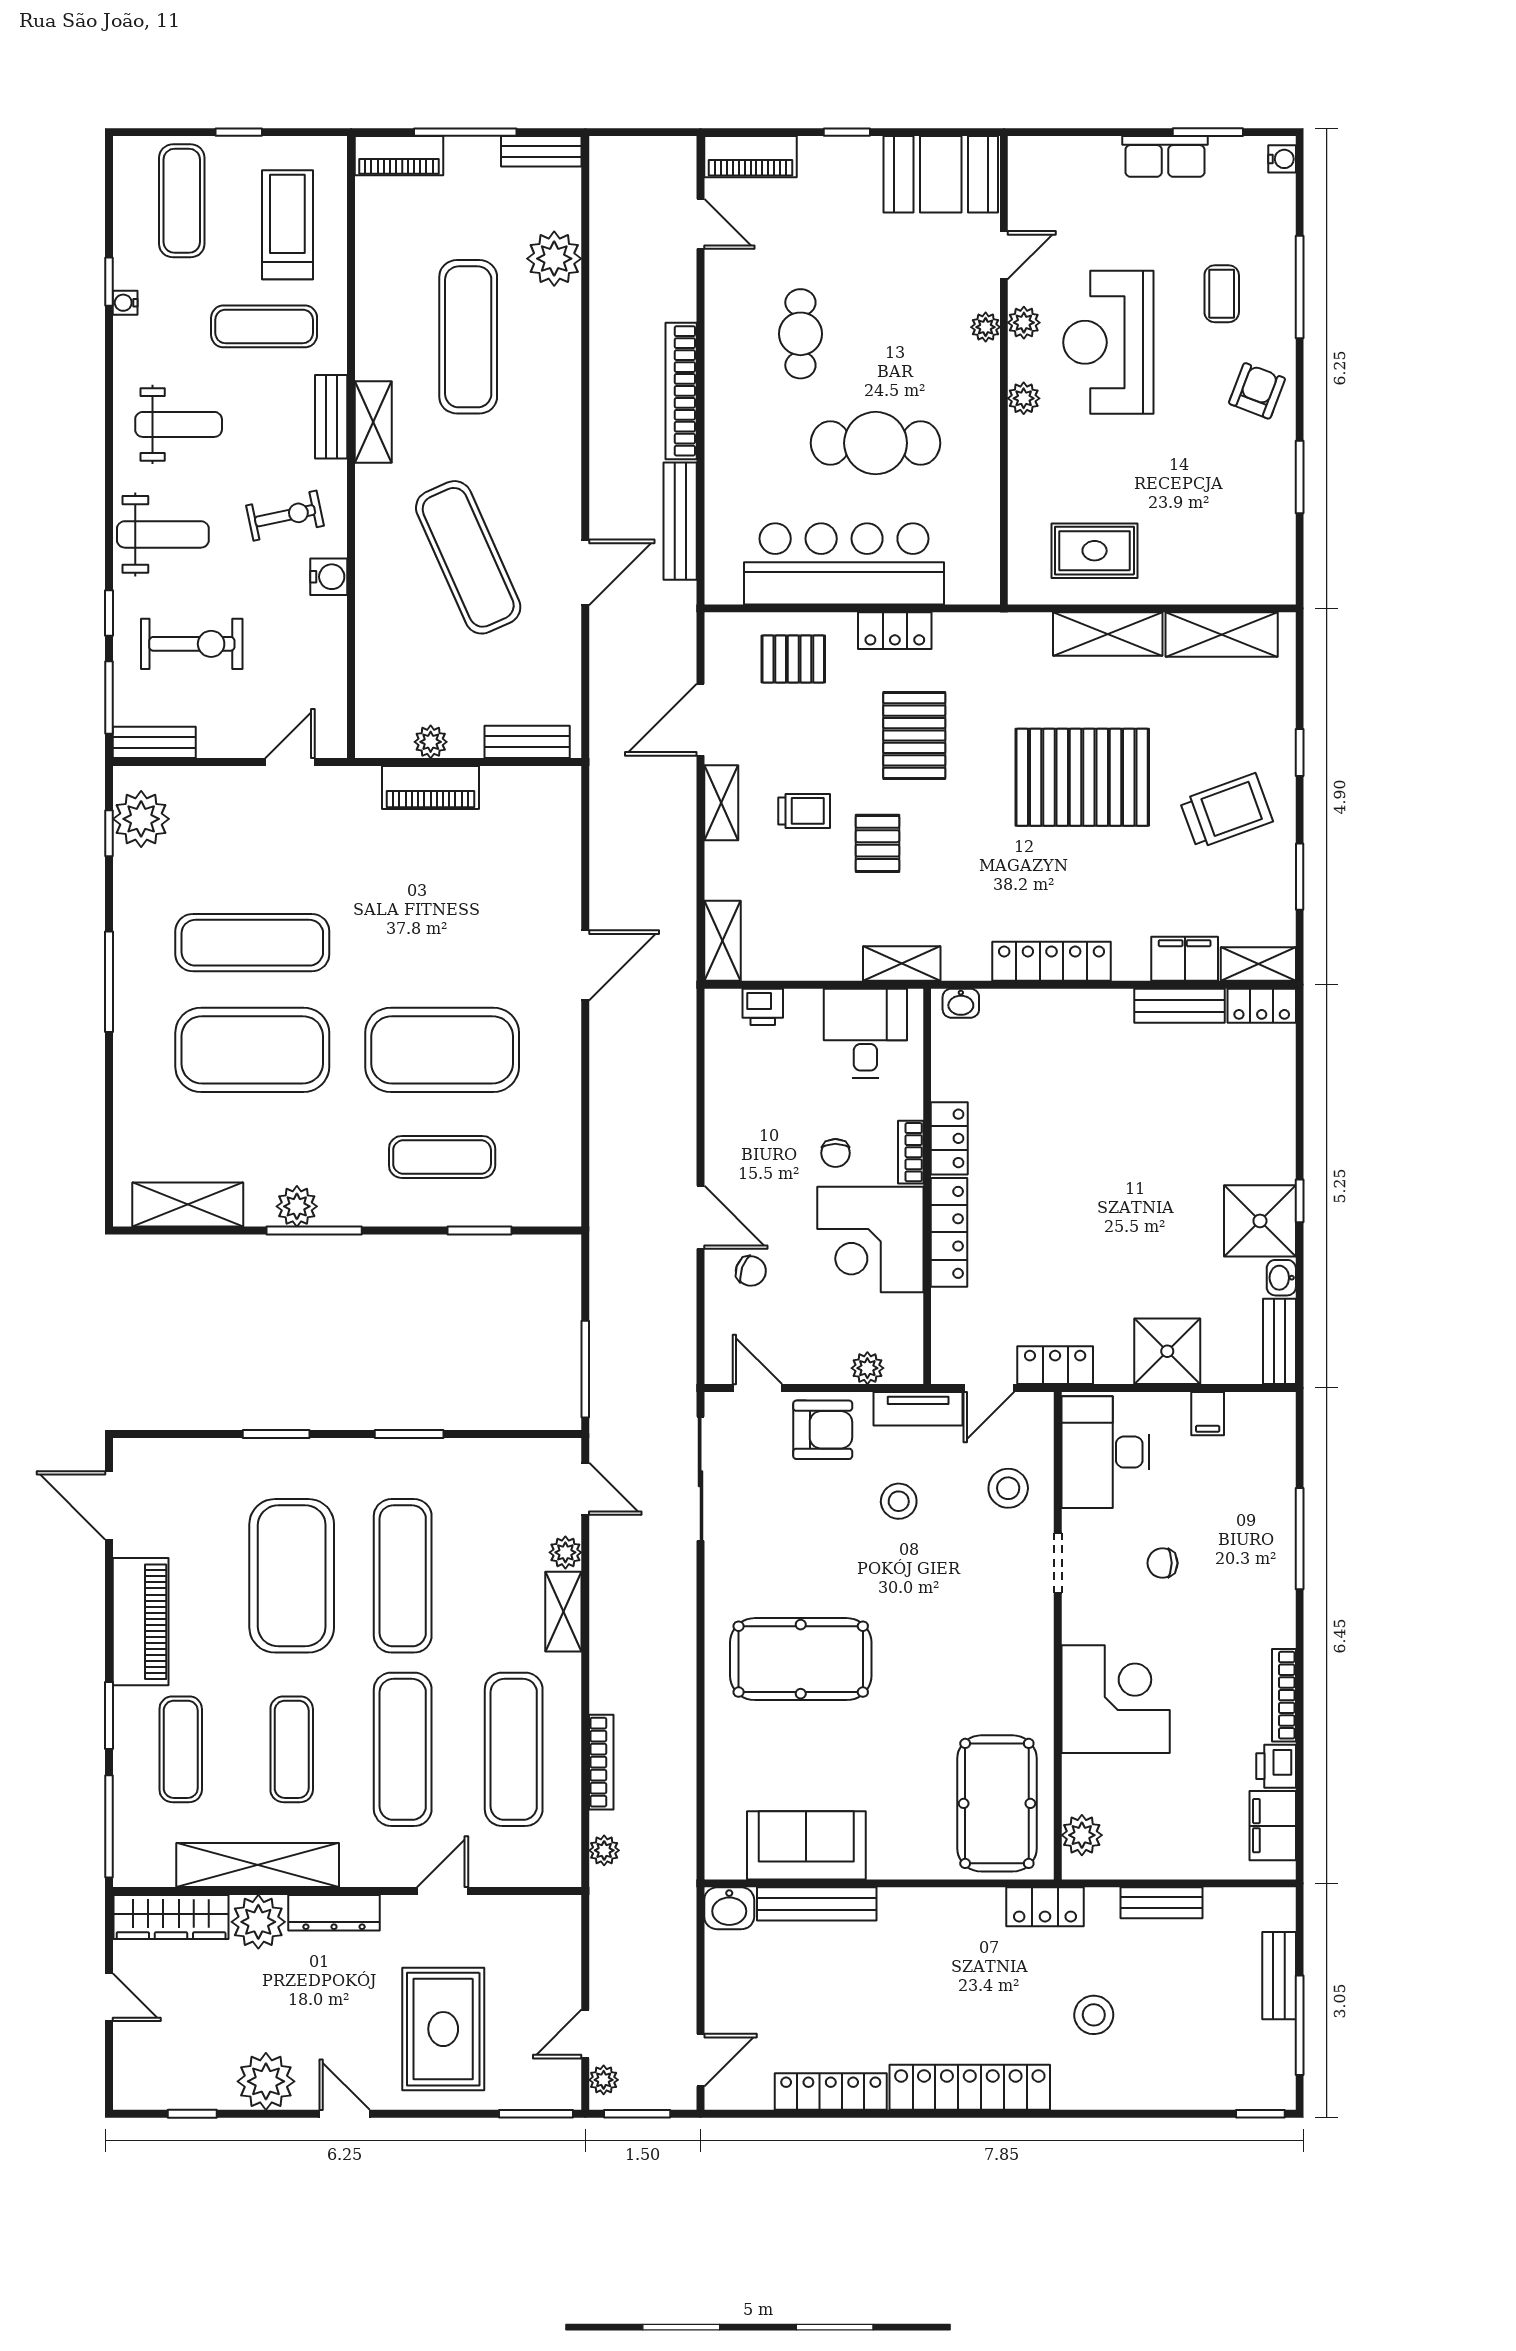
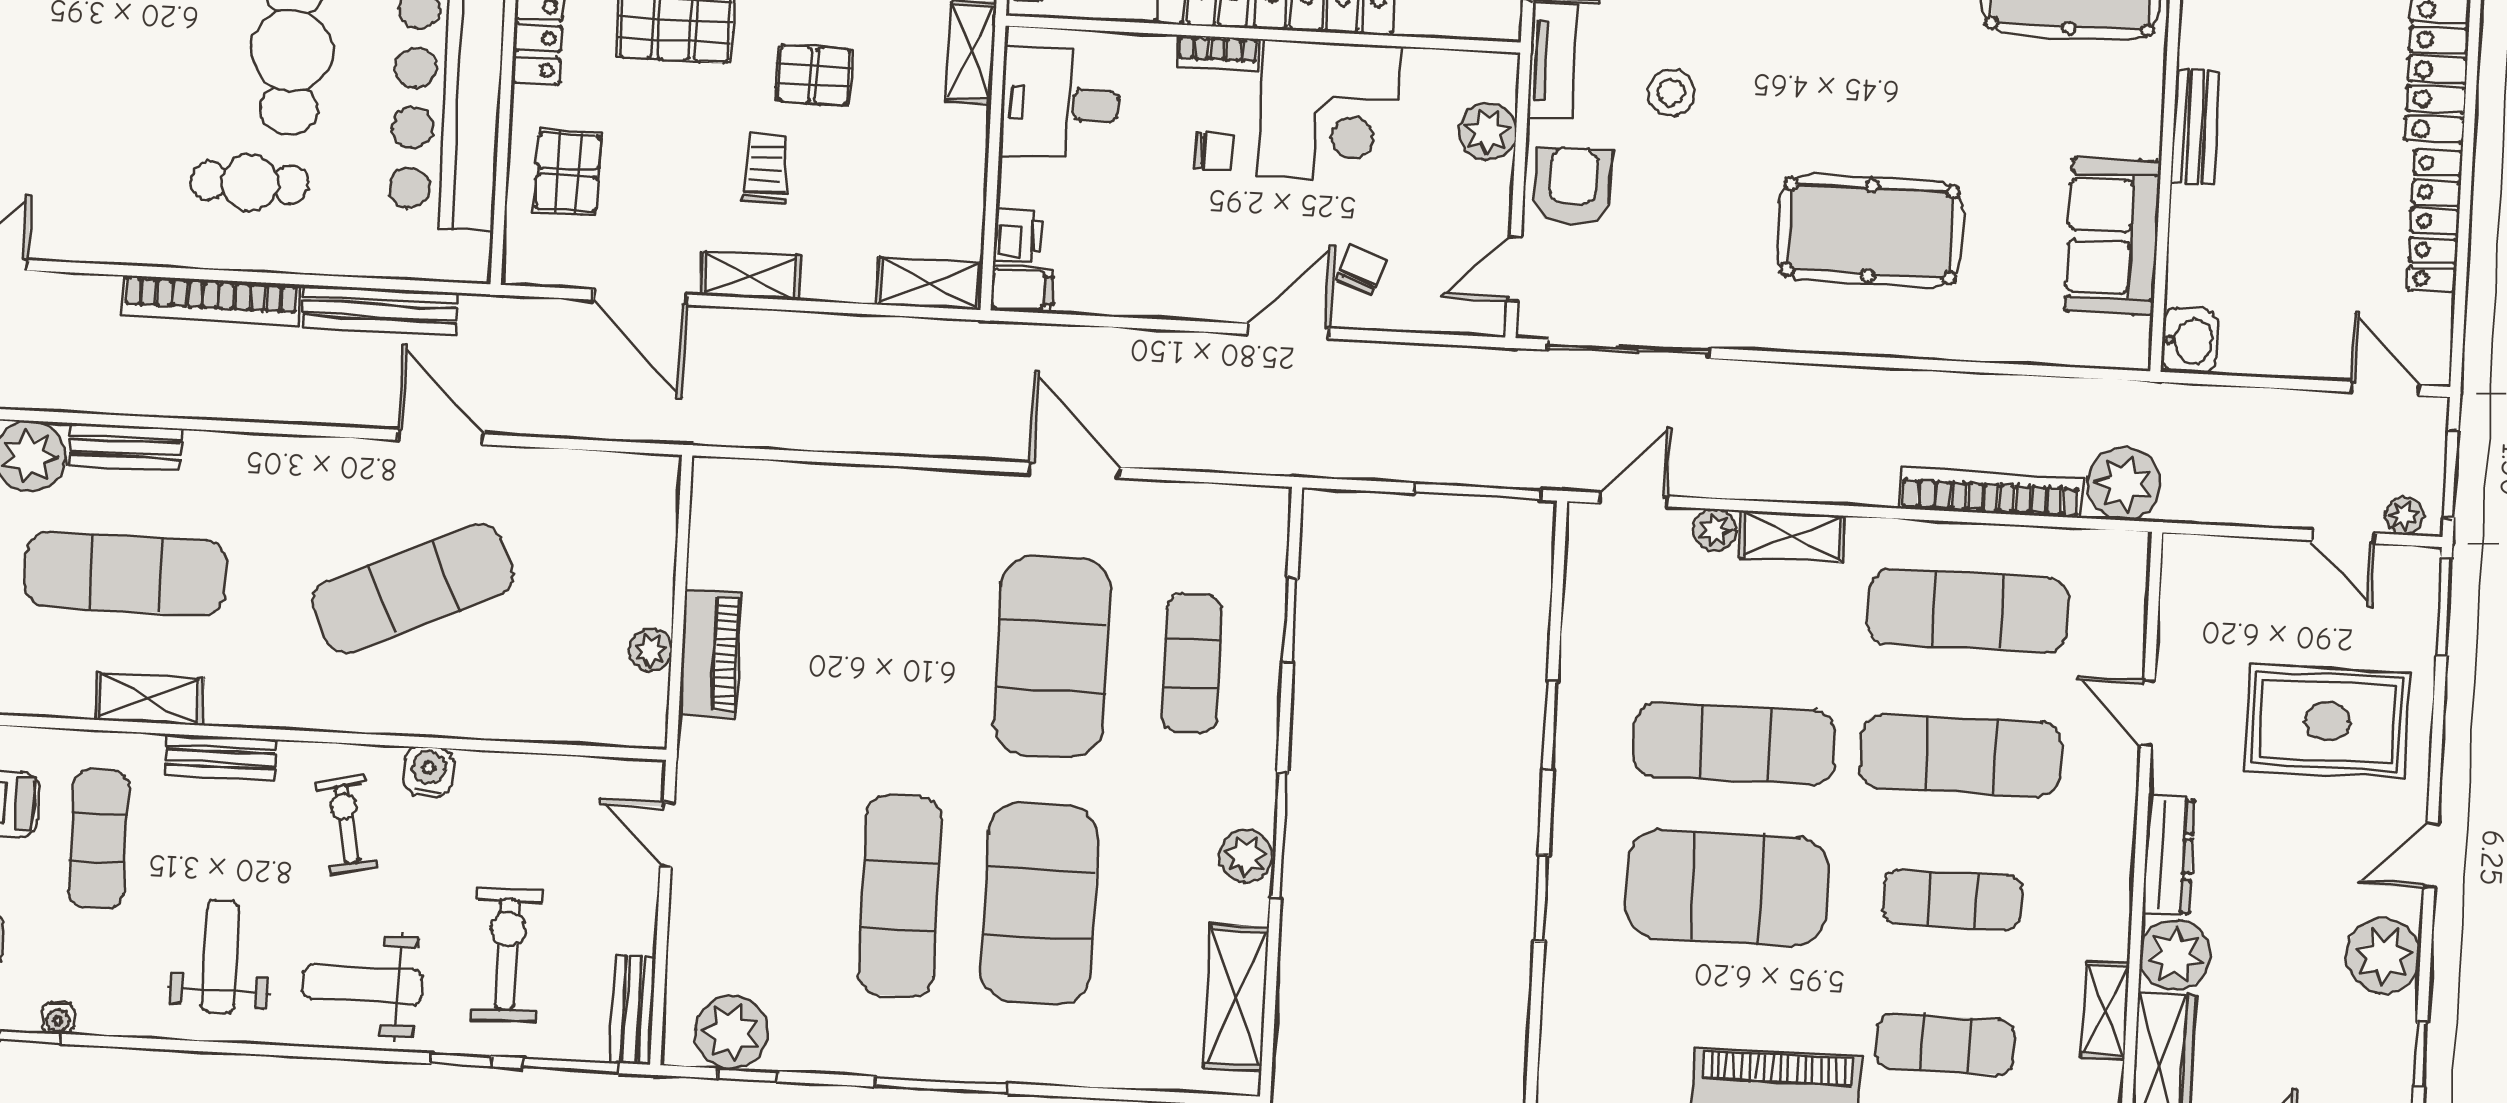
cafe table: (800, 334) -> (250, 182), moved
shelving: (373, 422) -> (150, 699), moved
weight bench: (163, 534) -> (362, 984), turned -90
bench: (527, 742) -> (125, 447), moved, turned 90
door: (585, 965) -> (1074, 470), moved
filing cabinet: (722, 1012) -> (1022, 289), added
plant: (867, 1368) -> (1487, 132), width x1.38, depth x1.38
pool table: (801, 1659) -> (1870, 231), turned 90
bookcase: (601, 1762) -> (1991, 493), width x1.48, depth x1.31
plant: (604, 1850) -> (2124, 484), width x1.88, depth x1.88
shelving: (258, 1865) -> (2105, 1010), width x0.45, depth x0.75
bench: (817, 1904) -> (2195, 127), moved, width x0.73

